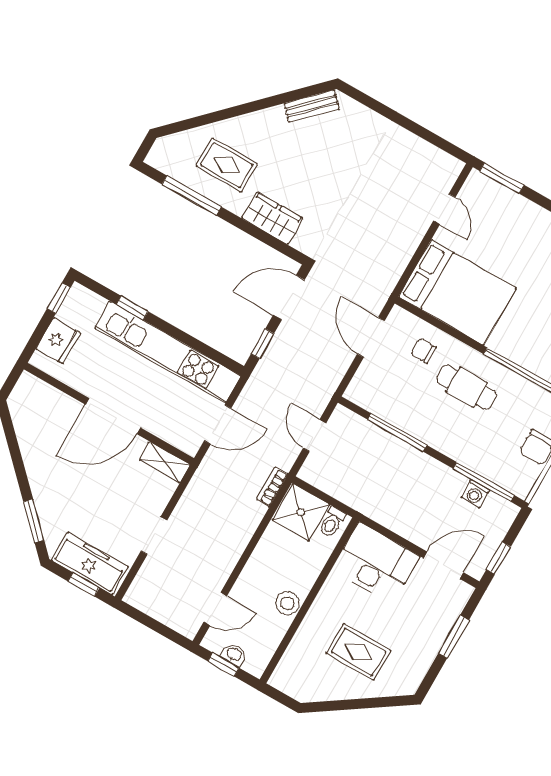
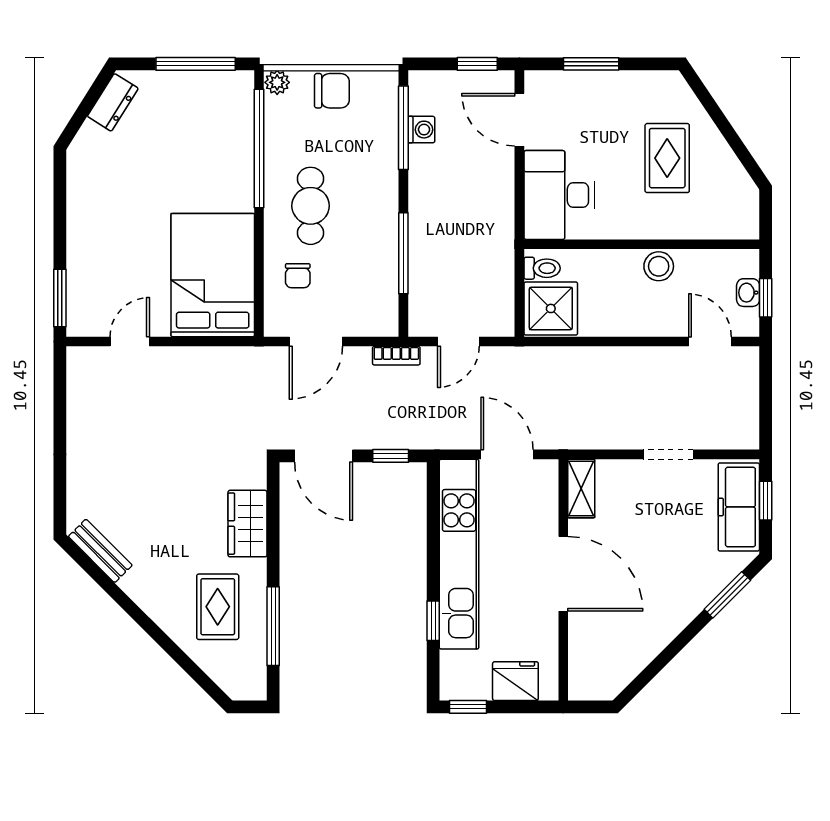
bookcase: (272, 487) -> (396, 356), moved

